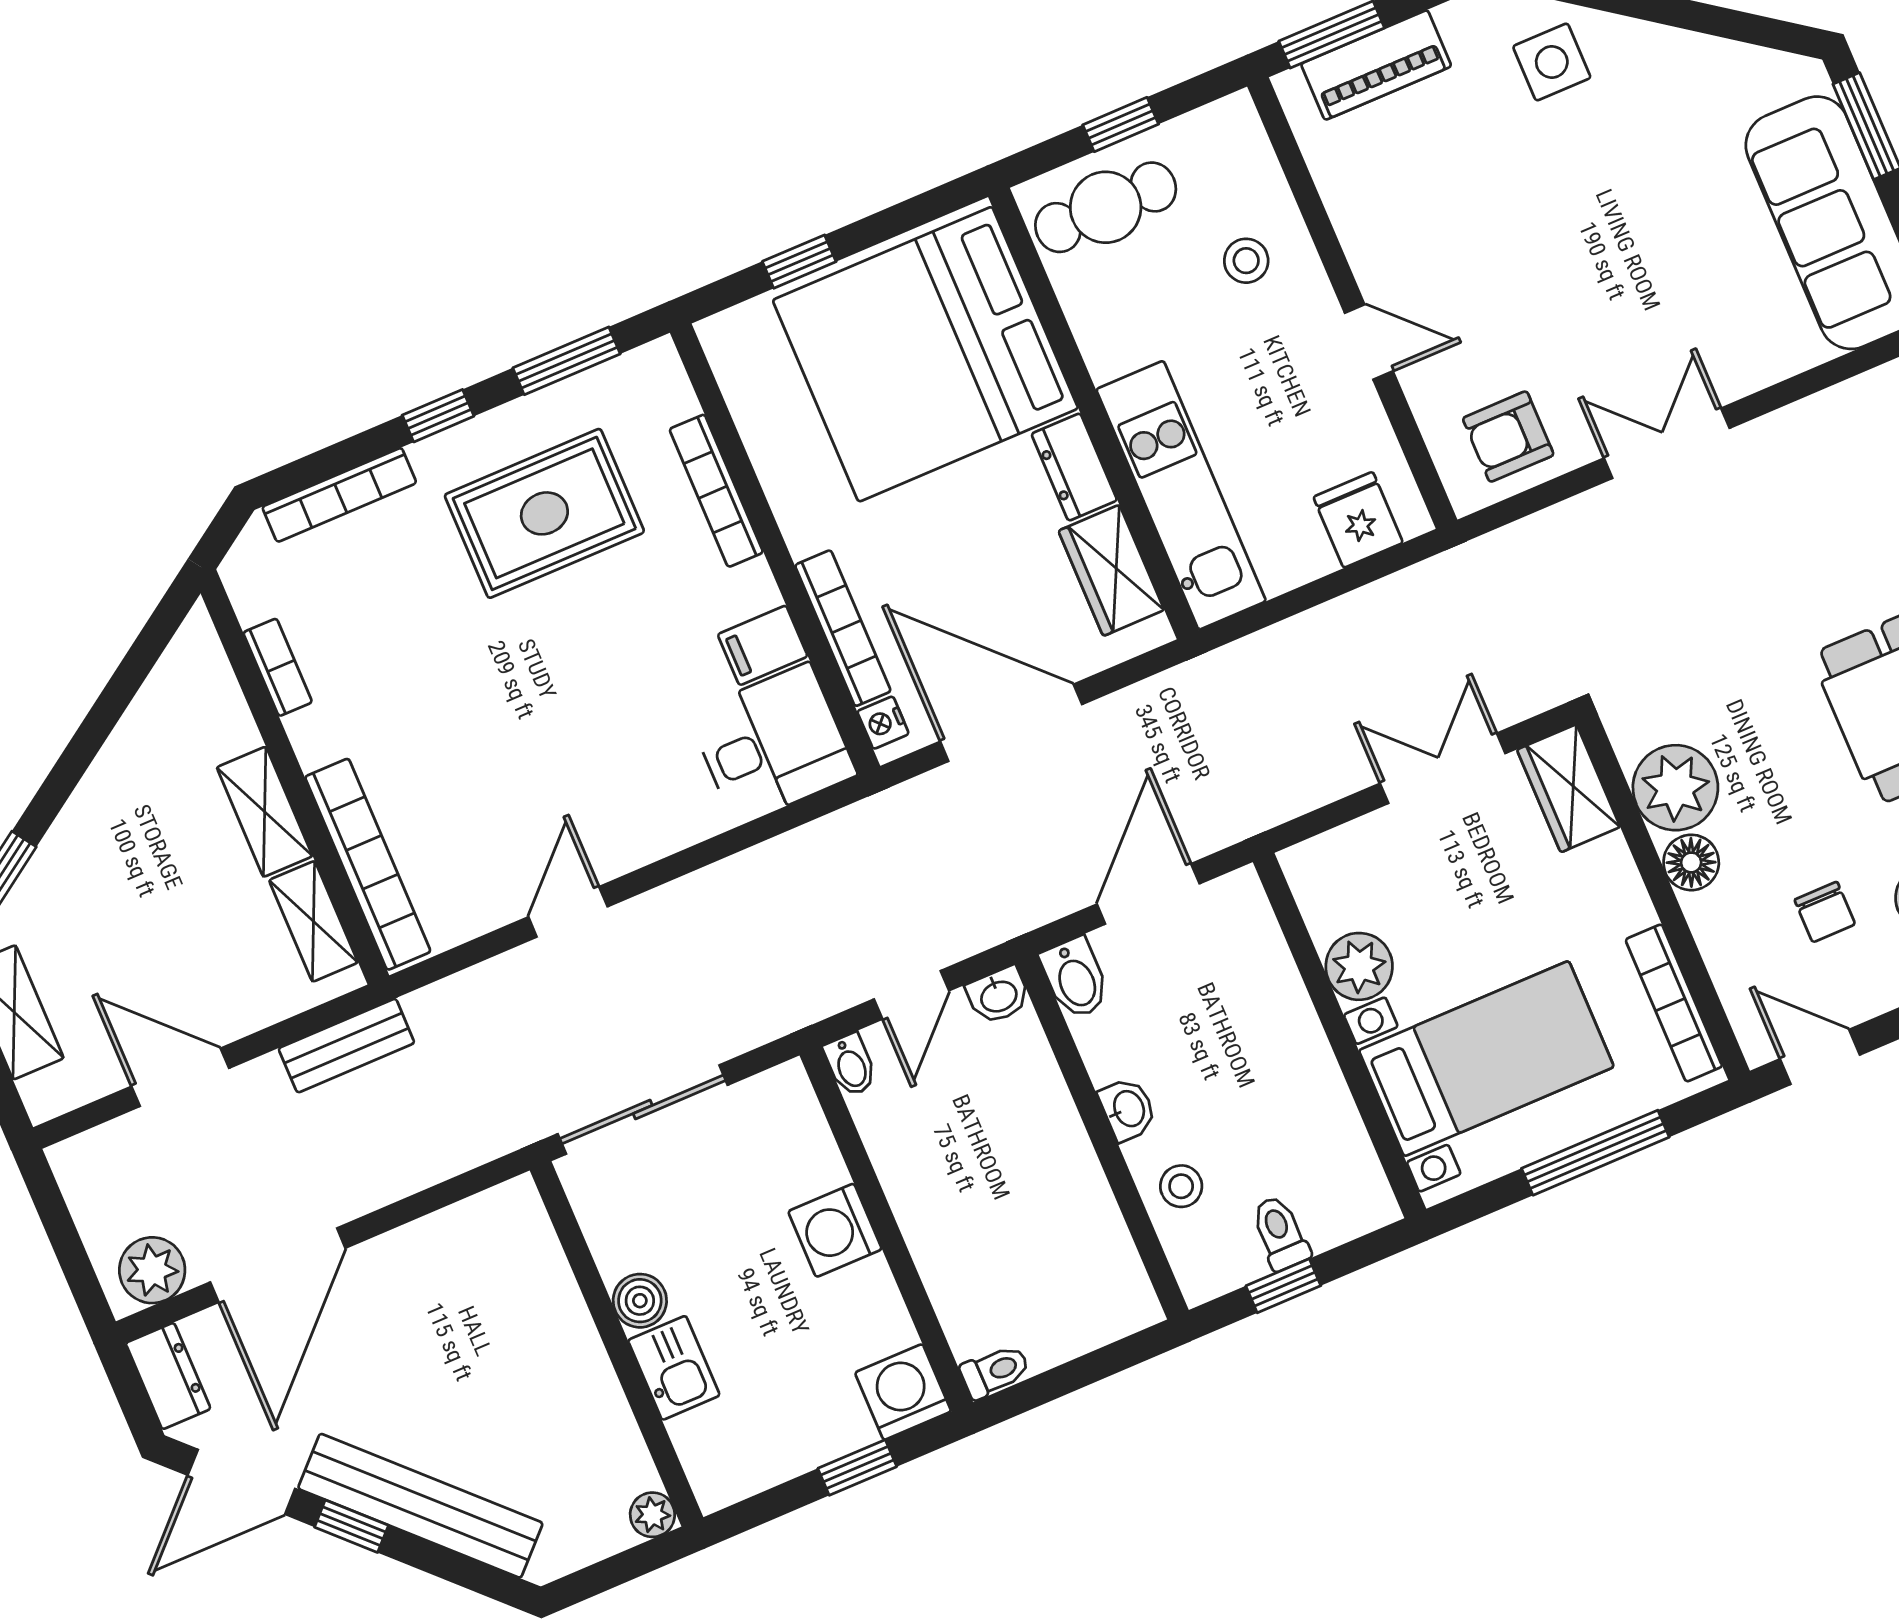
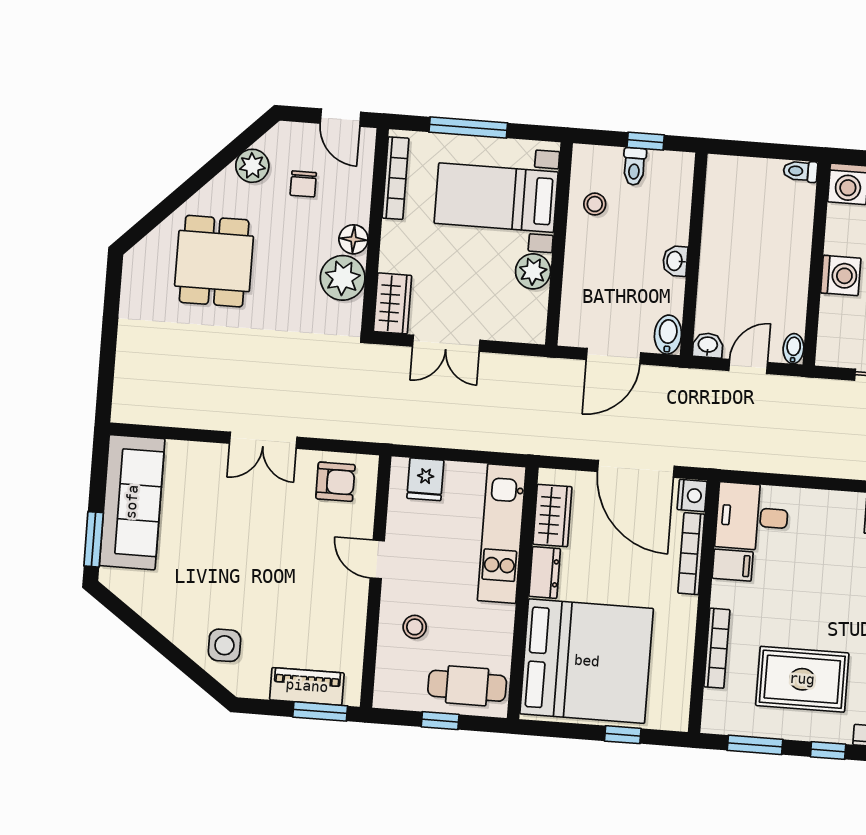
nightstand: (883, 723) -> (692, 496), width x1.39, depth x1.35
chair: (1825, 912) -> (303, 184), turned 180
stool: (1181, 1186) -> (595, 204), moved

